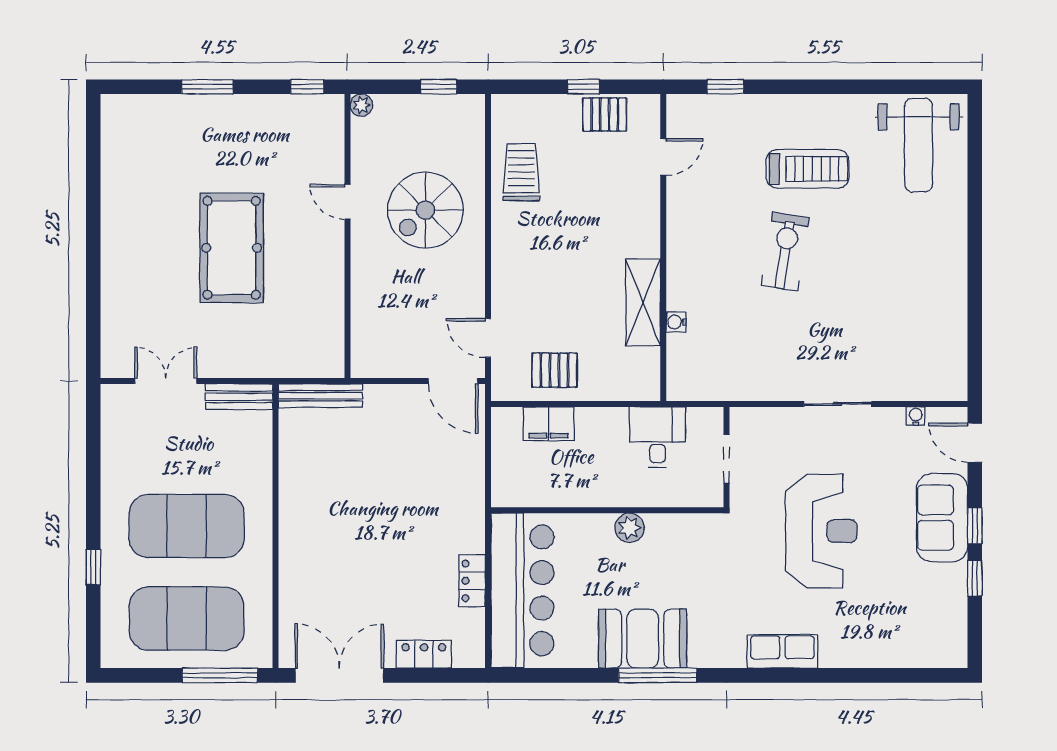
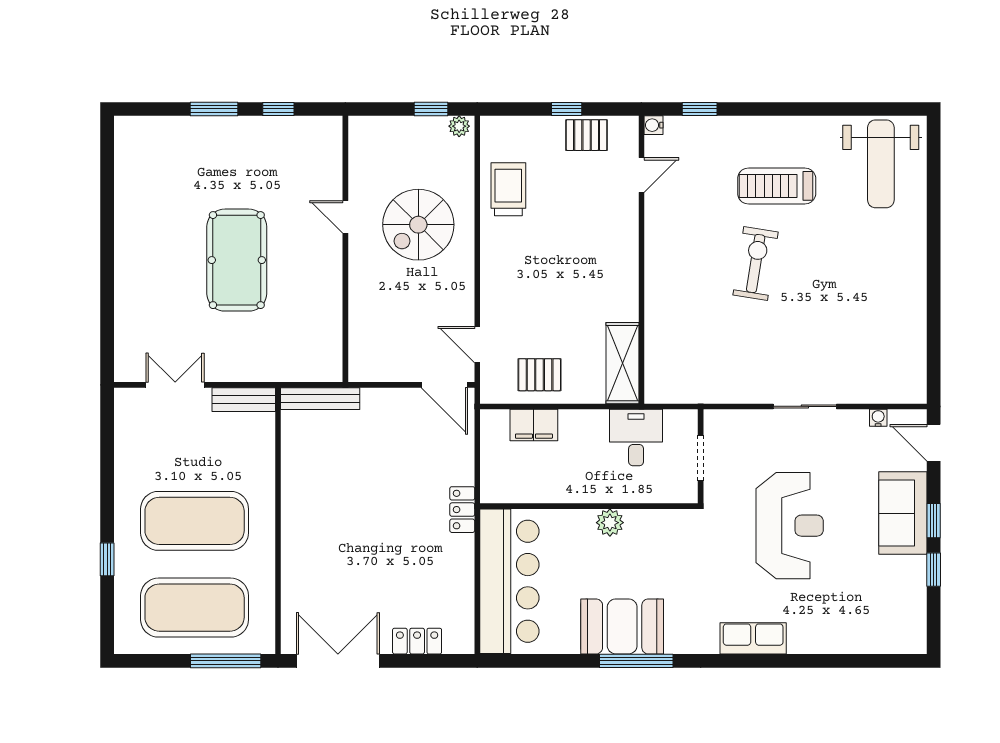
window: (307, 87) -> (278, 109), moved
plant: (361, 105) -> (459, 126), moved
treadmill: (808, 169) -> (777, 186), turned 180
shelving: (643, 302) -> (622, 363), moved
water cooler: (676, 322) -> (654, 125), moved
locker: (472, 581) -> (462, 510), moved

